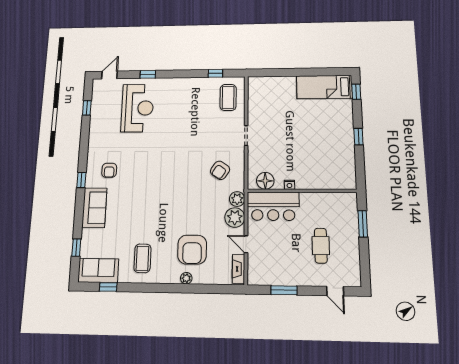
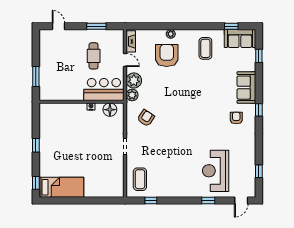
cafe table: (321, 246) -> (94, 56), moved

